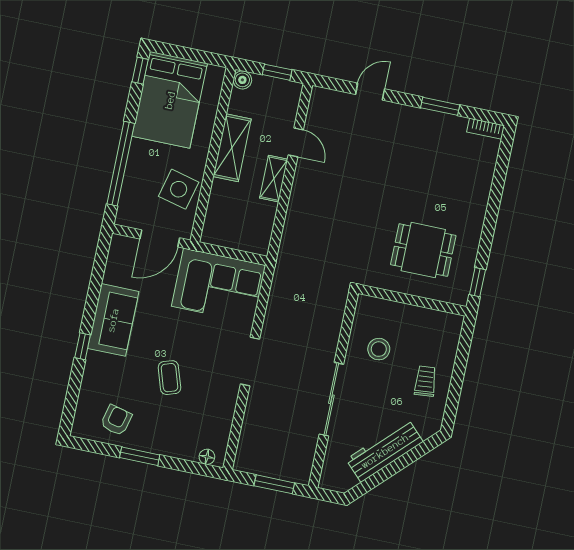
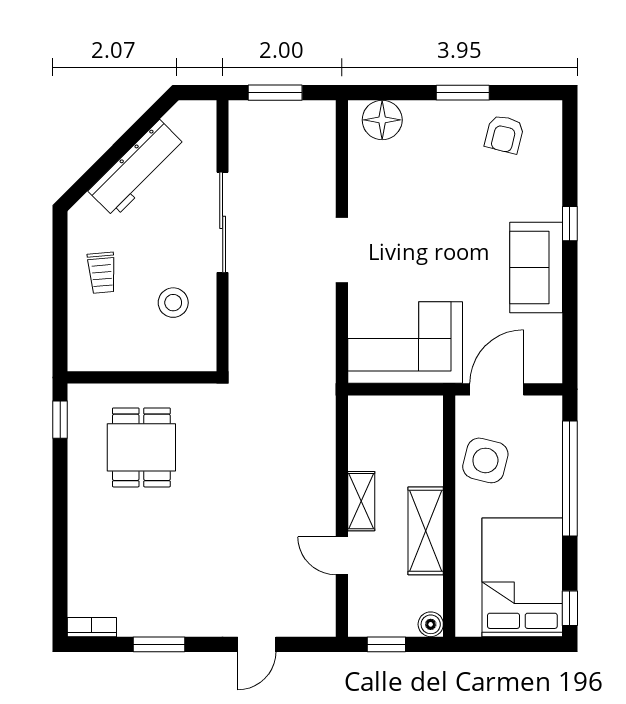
dining table: (423, 250) -> (141, 447), turned 90
coffee table: (169, 378) -> (445, 206), removed
floor lamp: (207, 457) -> (382, 120), width x1.89, depth x1.89

